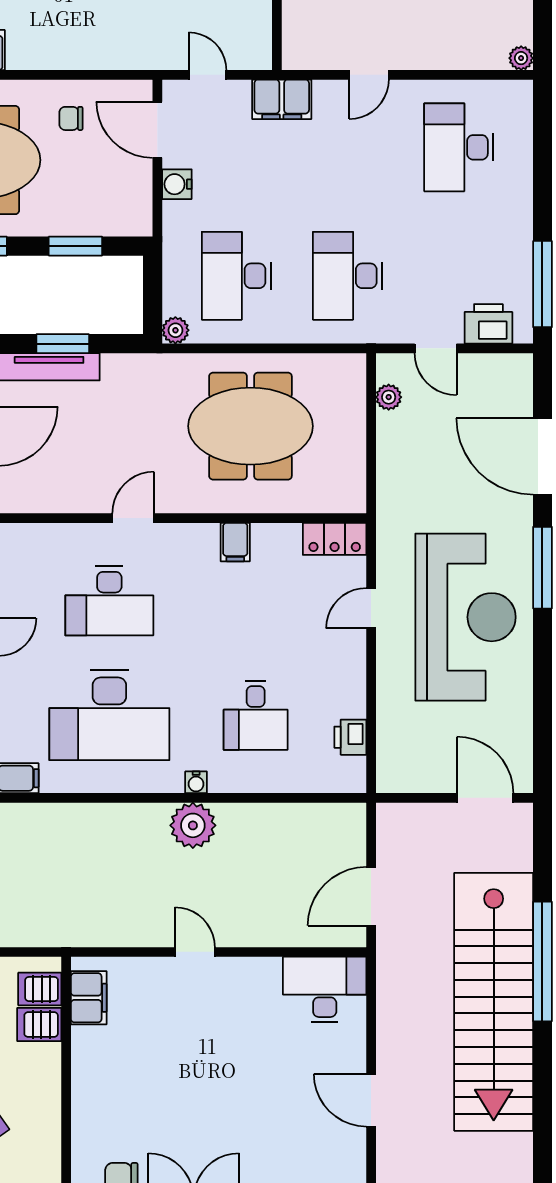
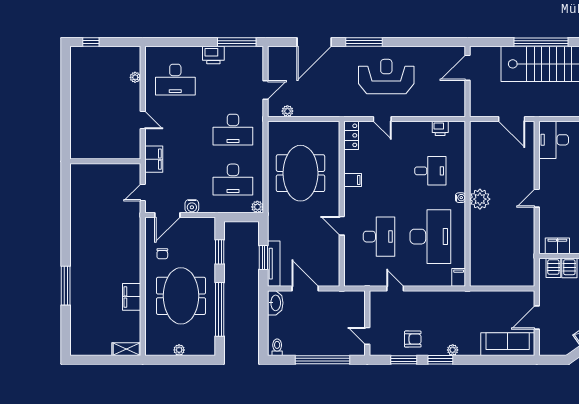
plant: (521, 58) -> (135, 77), moved
printer: (488, 324) -> (213, 55), moved, turned -90
reception desk: (465, 617) -> (386, 77), width x0.74, depth x0.77

